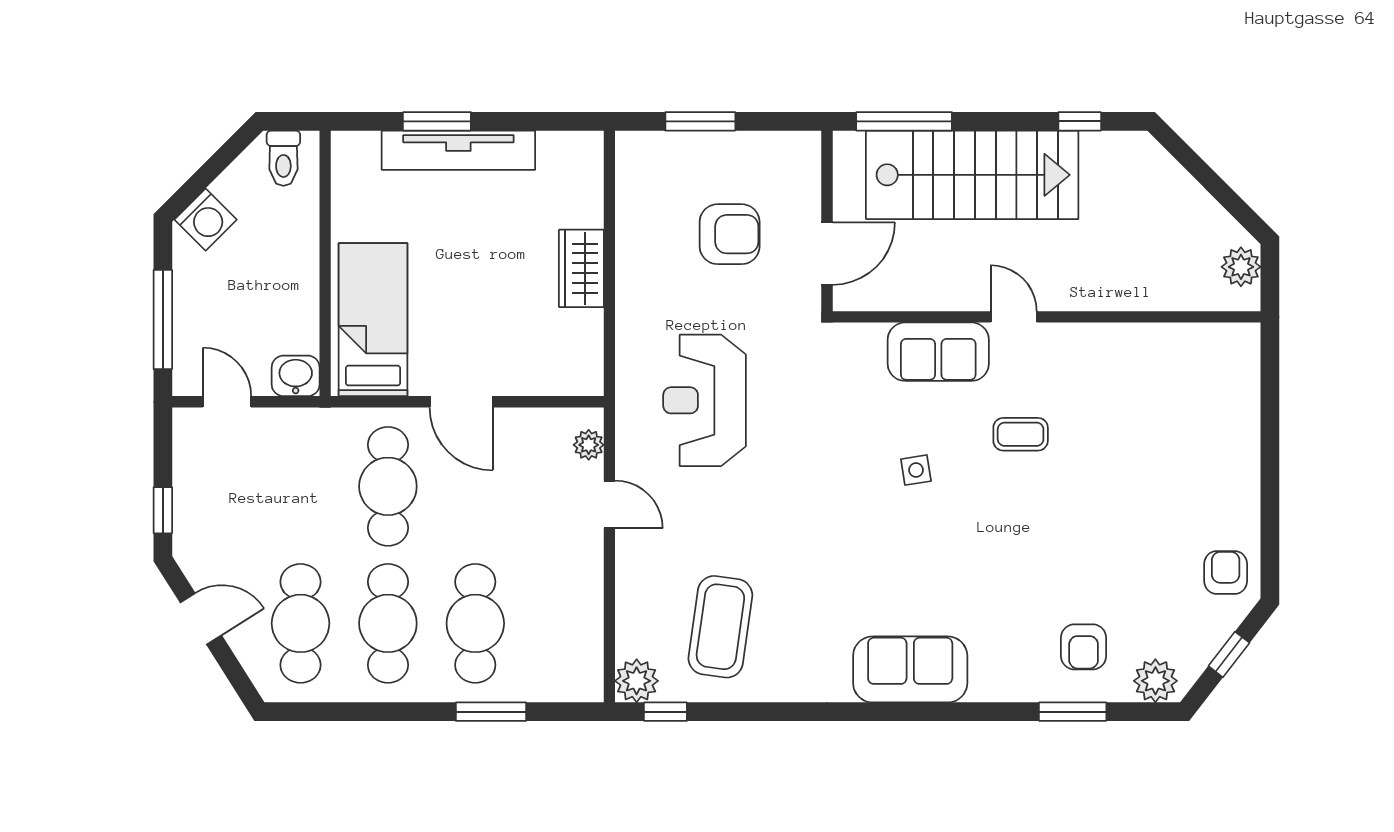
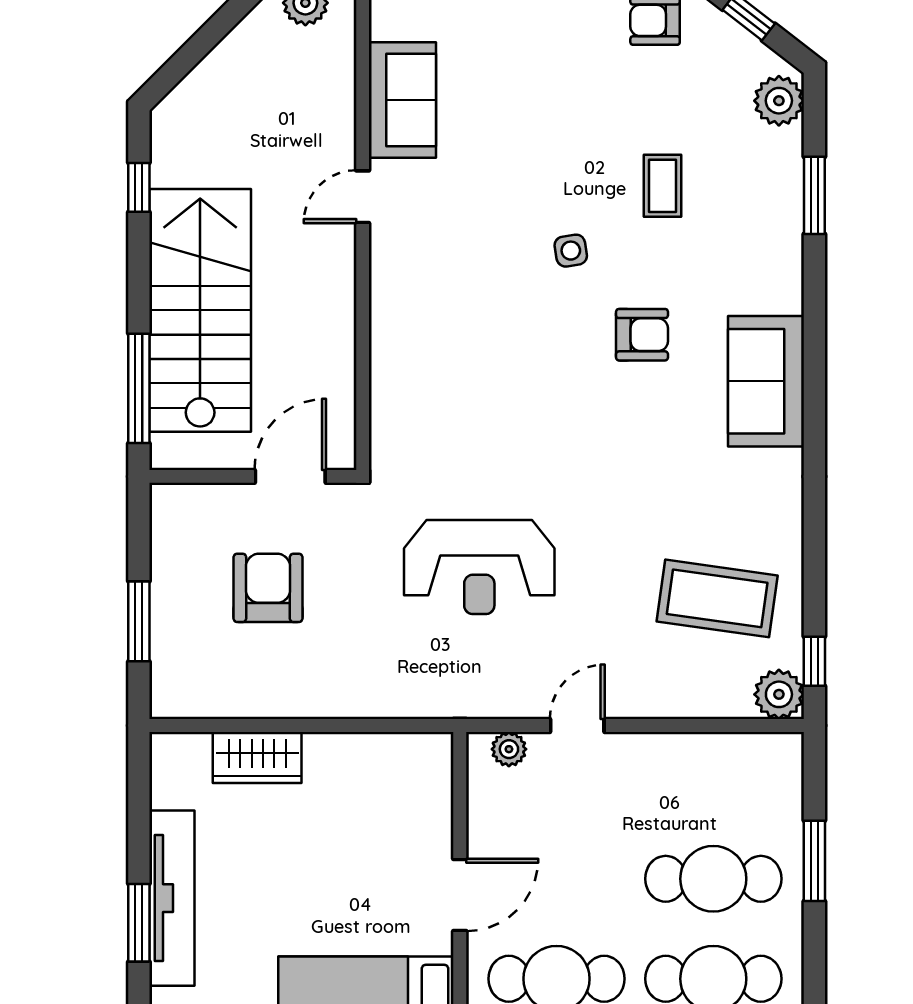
door: (827, 254) -> (290, 476), hinge flipped
wardrobe: (581, 268) -> (257, 757), moved
door: (1014, 317) -> (363, 197), moved
sofa: (938, 352) -> (402, 100), moved
reception desk: (704, 400) -> (479, 567), moved
coffee table: (1021, 434) -> (663, 186), moved
side table: (916, 470) -> (571, 251), moved
armchair: (1084, 647) -> (642, 335), moved

